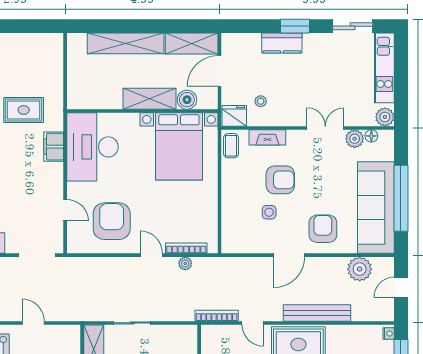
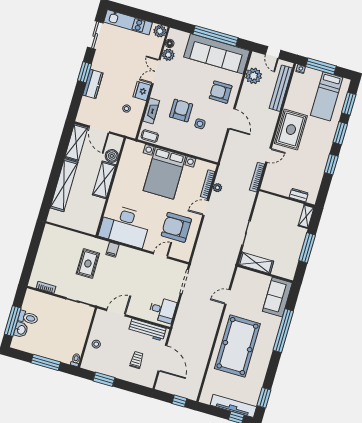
fridge: (234, 116) -> (142, 91), moved
bed with nightstands: (179, 146) -> (165, 173), moved, turned 90
filing cabinet: (54, 147) -> (112, 250), width x0.50
bench: (317, 313) -> (281, 88), moved

